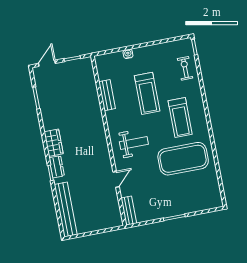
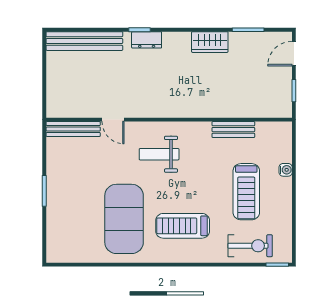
door: (47, 63) -> (294, 54), swing flipped
exercise bike: (185, 68) -> (250, 246), width x1.38, depth x1.39
treadmill: (147, 93) -> (246, 192), moved, turned -90
wardrobe: (54, 143) -> (210, 42), moved
weight bench: (134, 143) -> (159, 154), turned 90
bench: (129, 211) -> (73, 129), width x1.36

